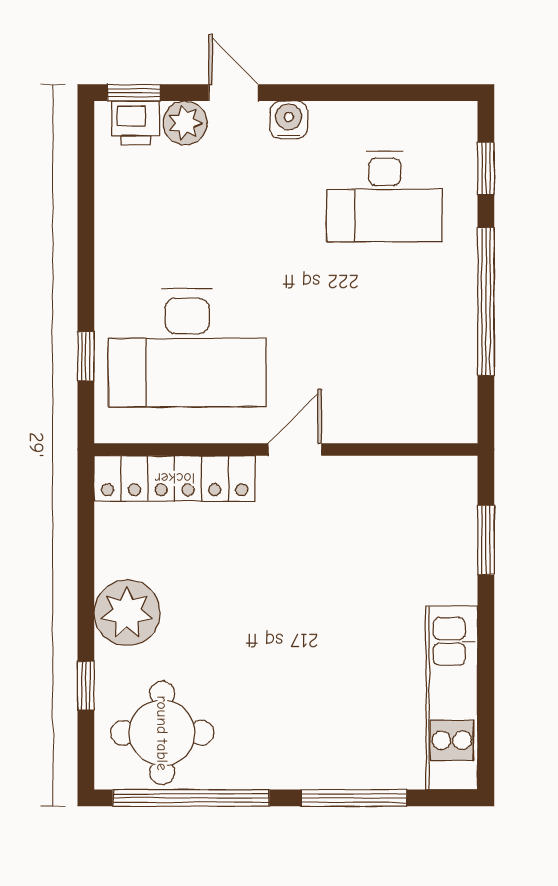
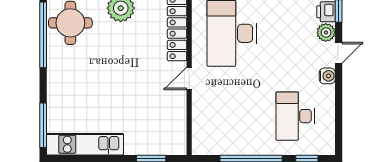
door: (295, 449) -> (189, 78), swing flipped
window: (354, 798) -> (43, 125), moved

